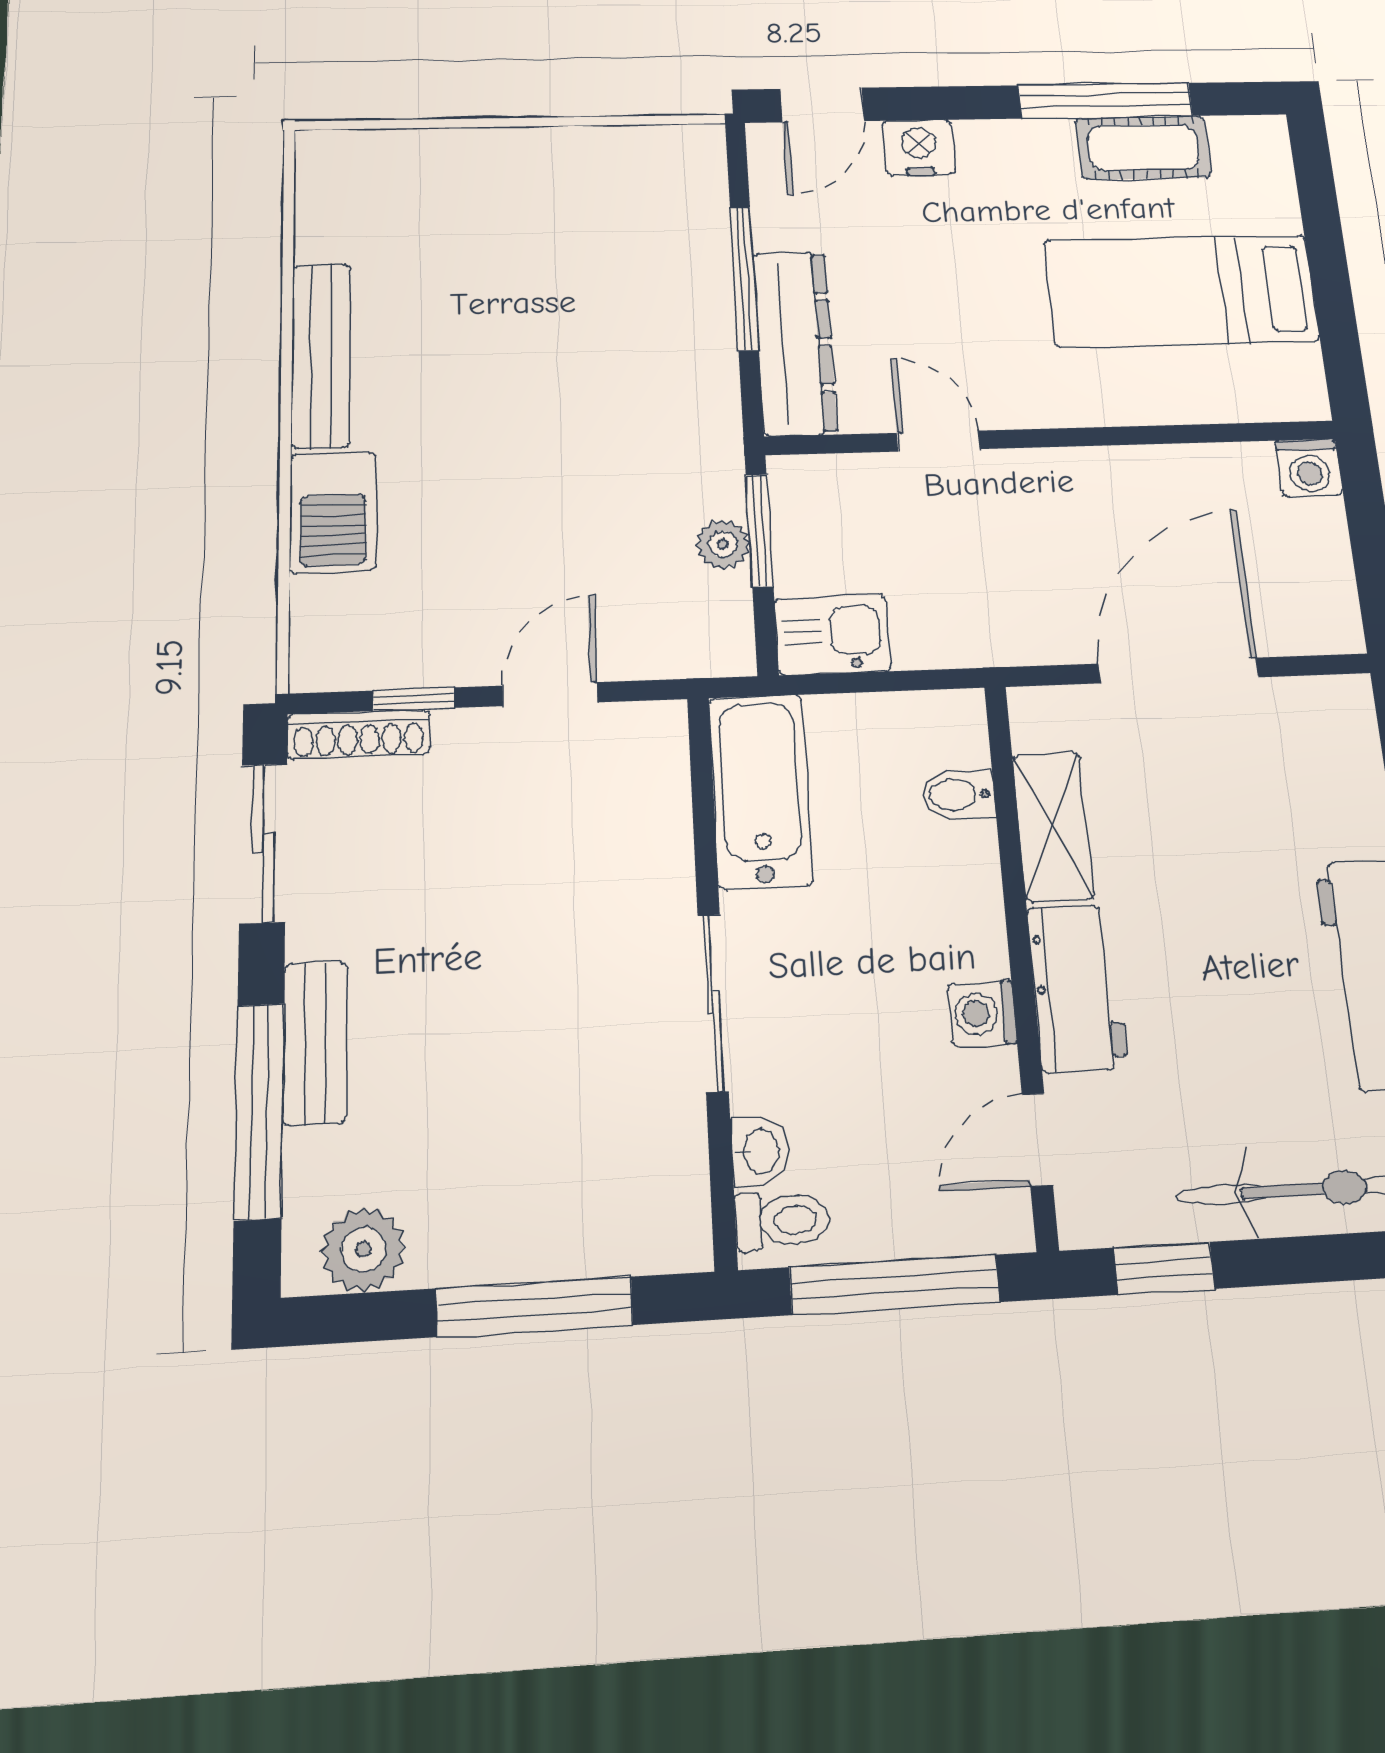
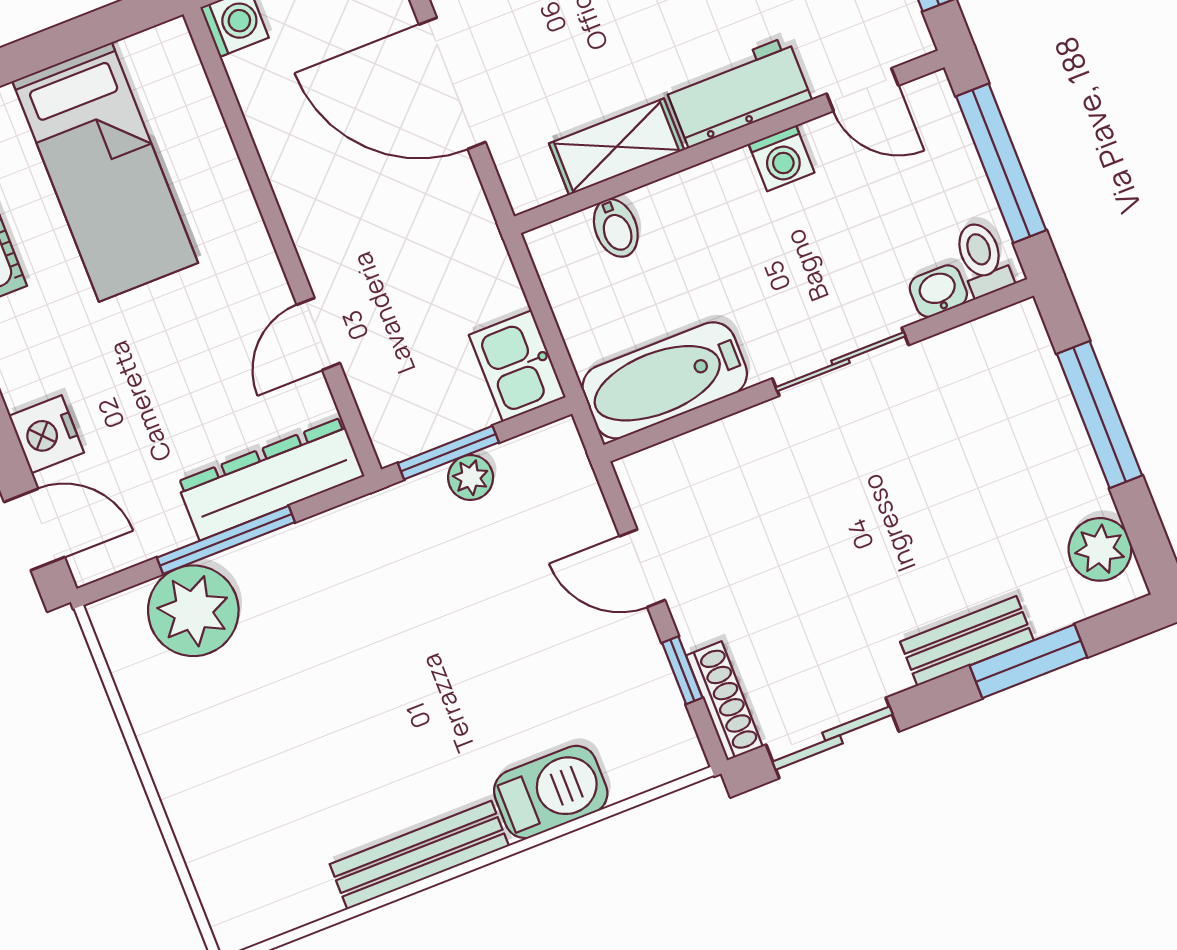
plant: (679, 223) -> (193, 611), added
window: (259, 1111) -> (1028, 661), width x0.69

